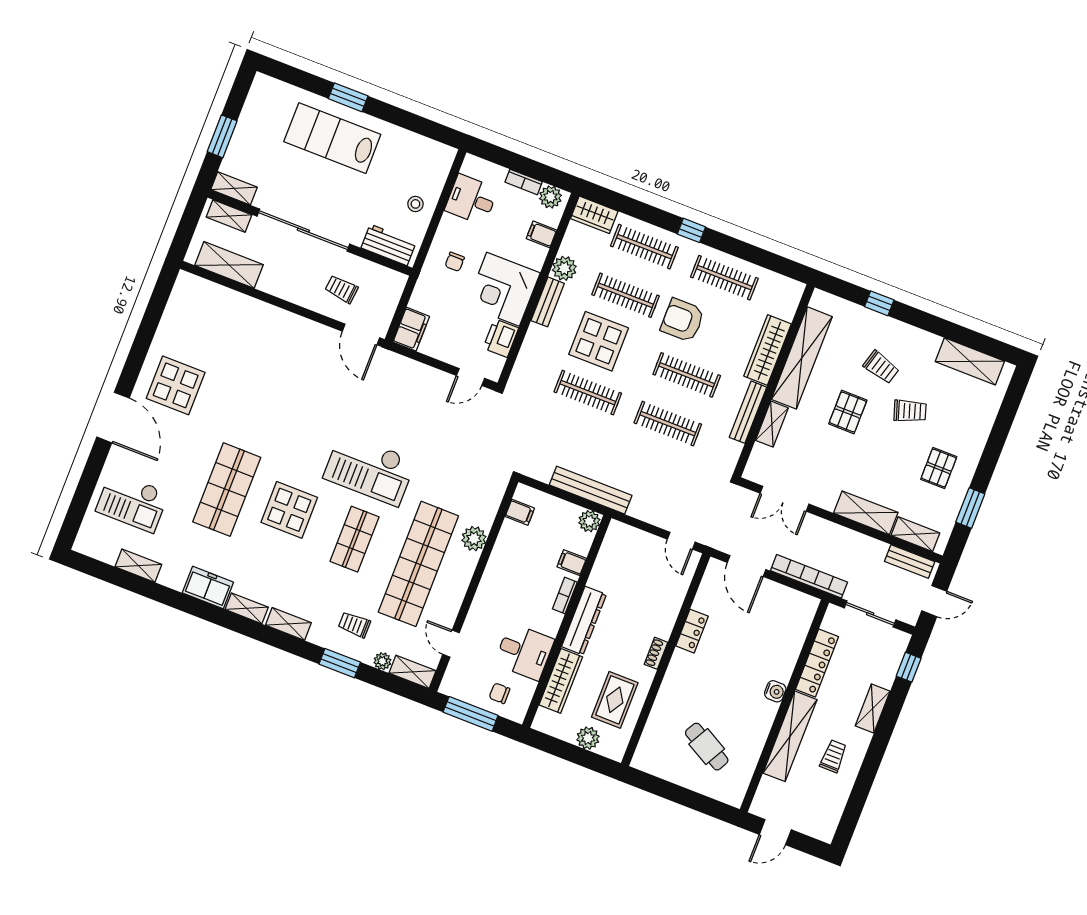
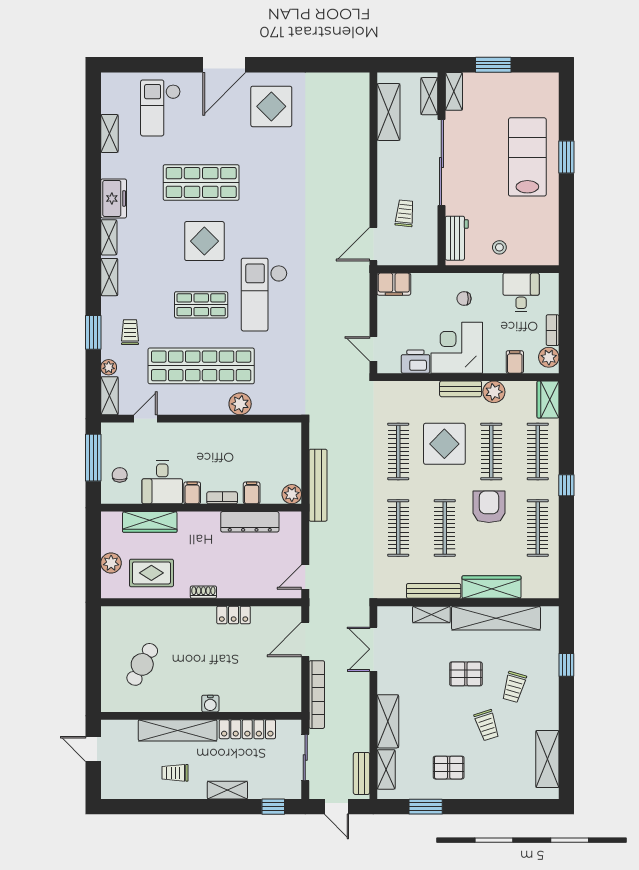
filing cabinet: (520, 512) -> (192, 493), moved, turned 180
dresser: (584, 621) -> (250, 522), moved
trolley: (833, 756) -> (175, 773), turned 180

